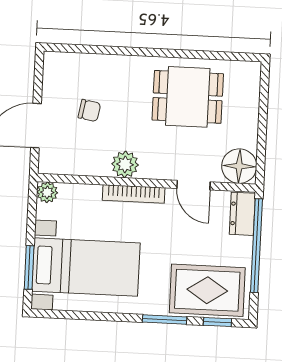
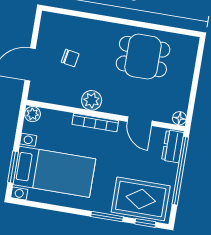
floor lamp: (239, 166) -> (179, 118), width x0.53, depth x0.53

